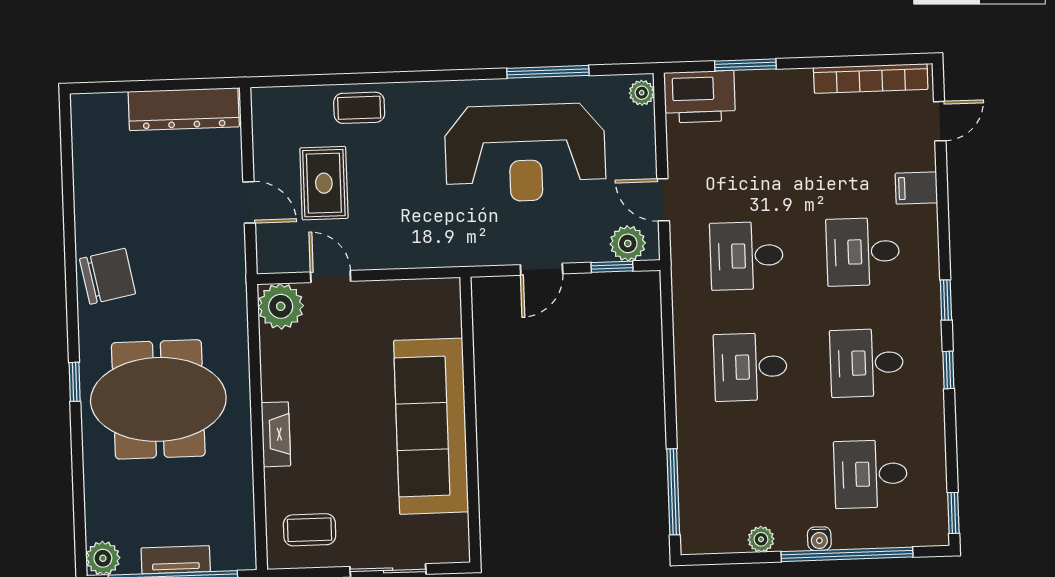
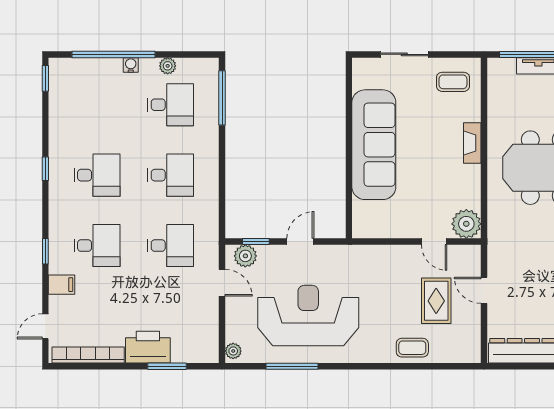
printer: (700, 97) -> (148, 347), moved
window: (946, 300) -> (45, 251), moved
desk: (871, 474) -> (171, 105), moved

